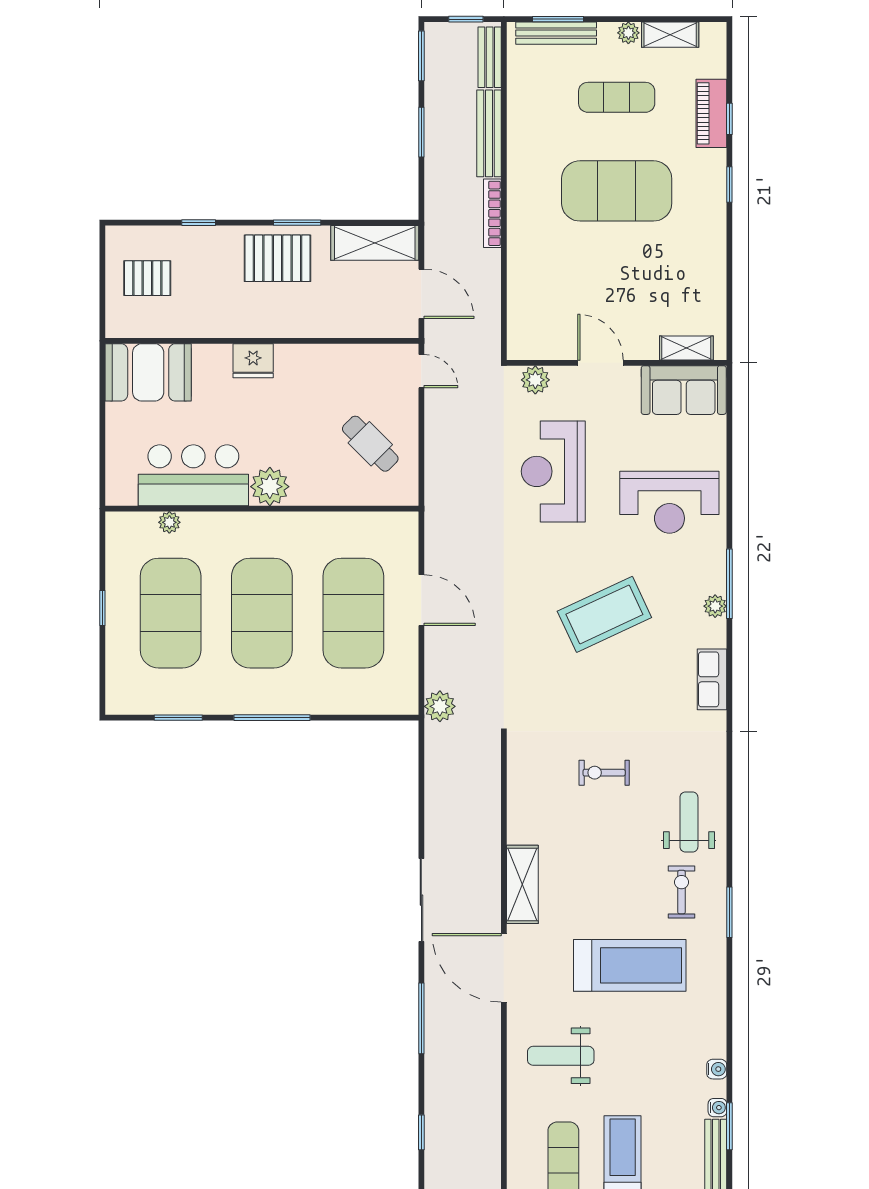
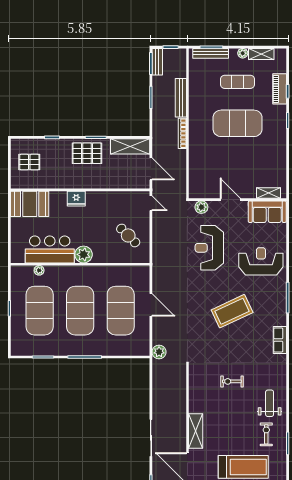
bench: (490, 57) -> (157, 62), moved
reception desk: (669, 502) -> (261, 261), turned 180
plant: (715, 606) -> (281, 308), removed

